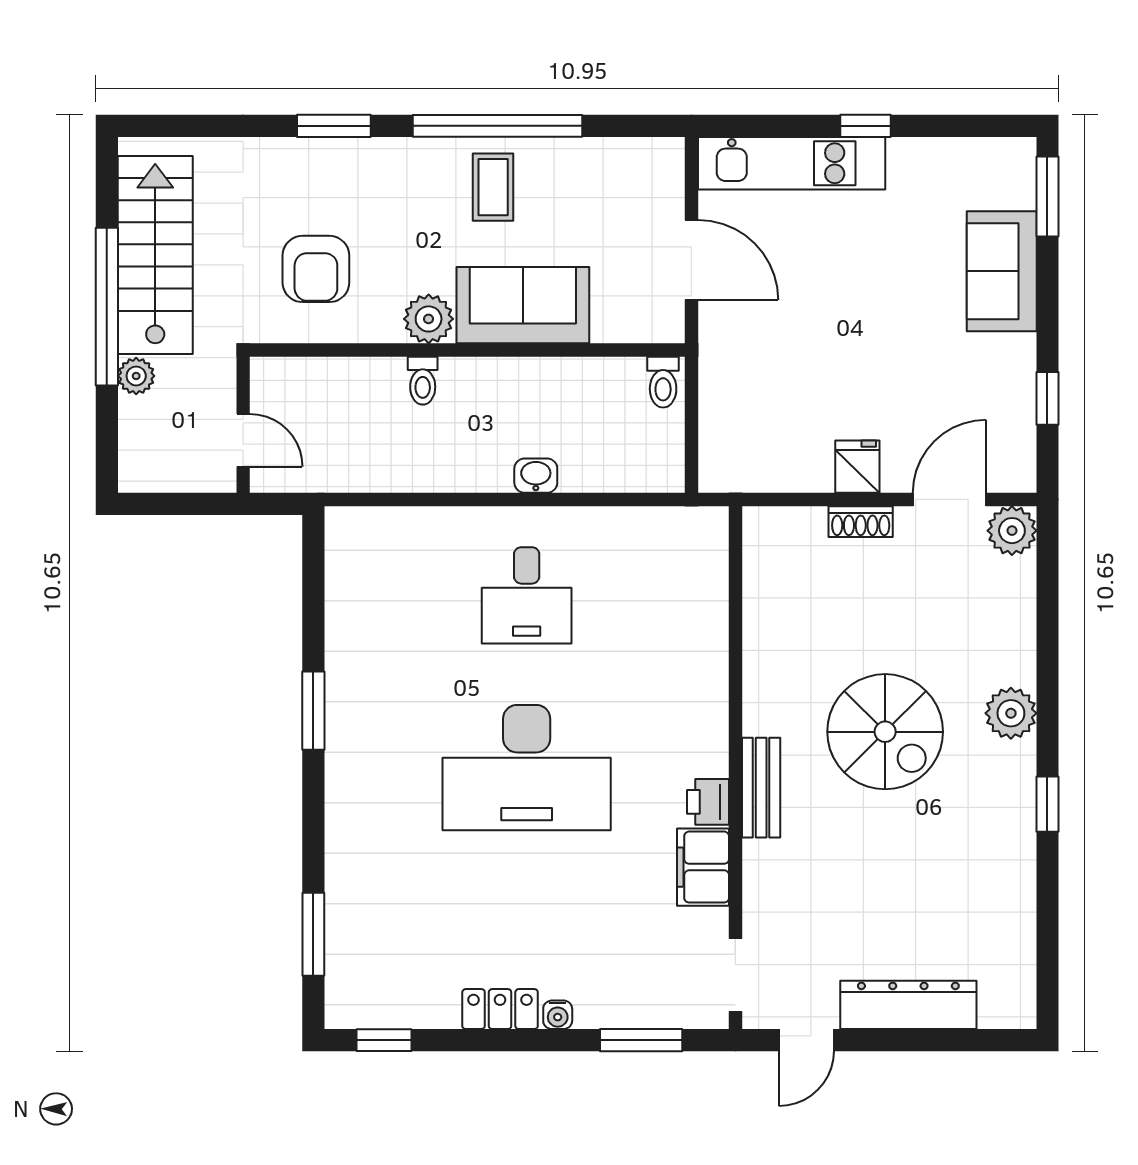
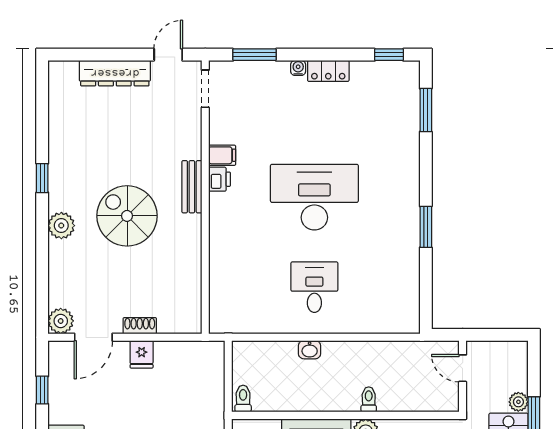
filing cabinet: (703, 867) -> (222, 155), width x0.50

